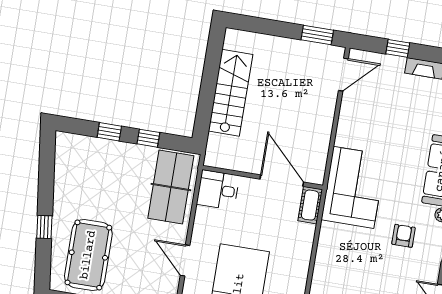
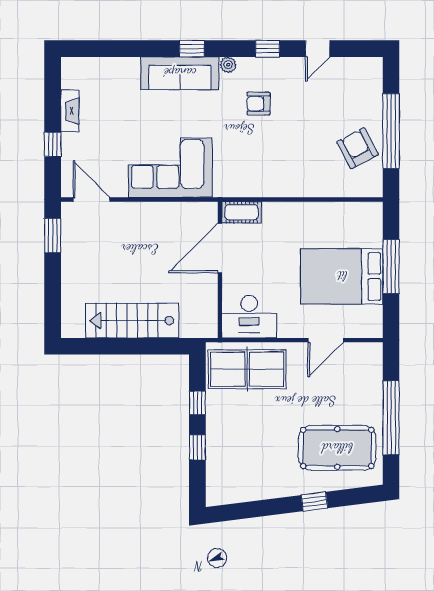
corner sofa: (354, 187) -> (170, 168), moved
desk: (218, 190) -> (249, 317), width x1.37

